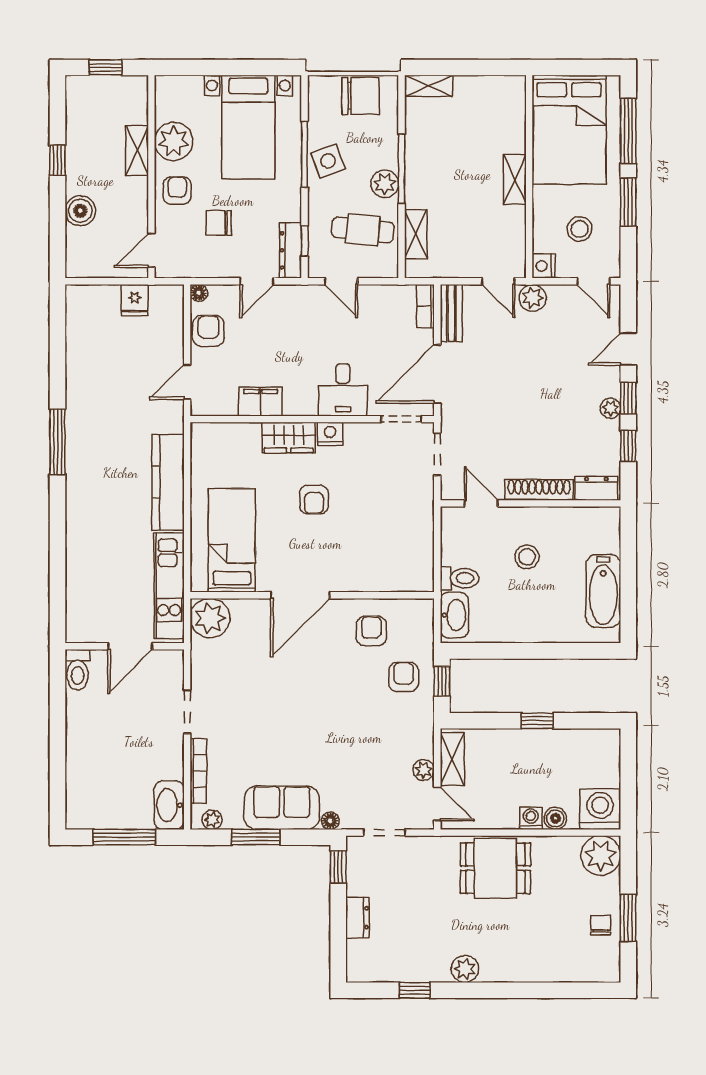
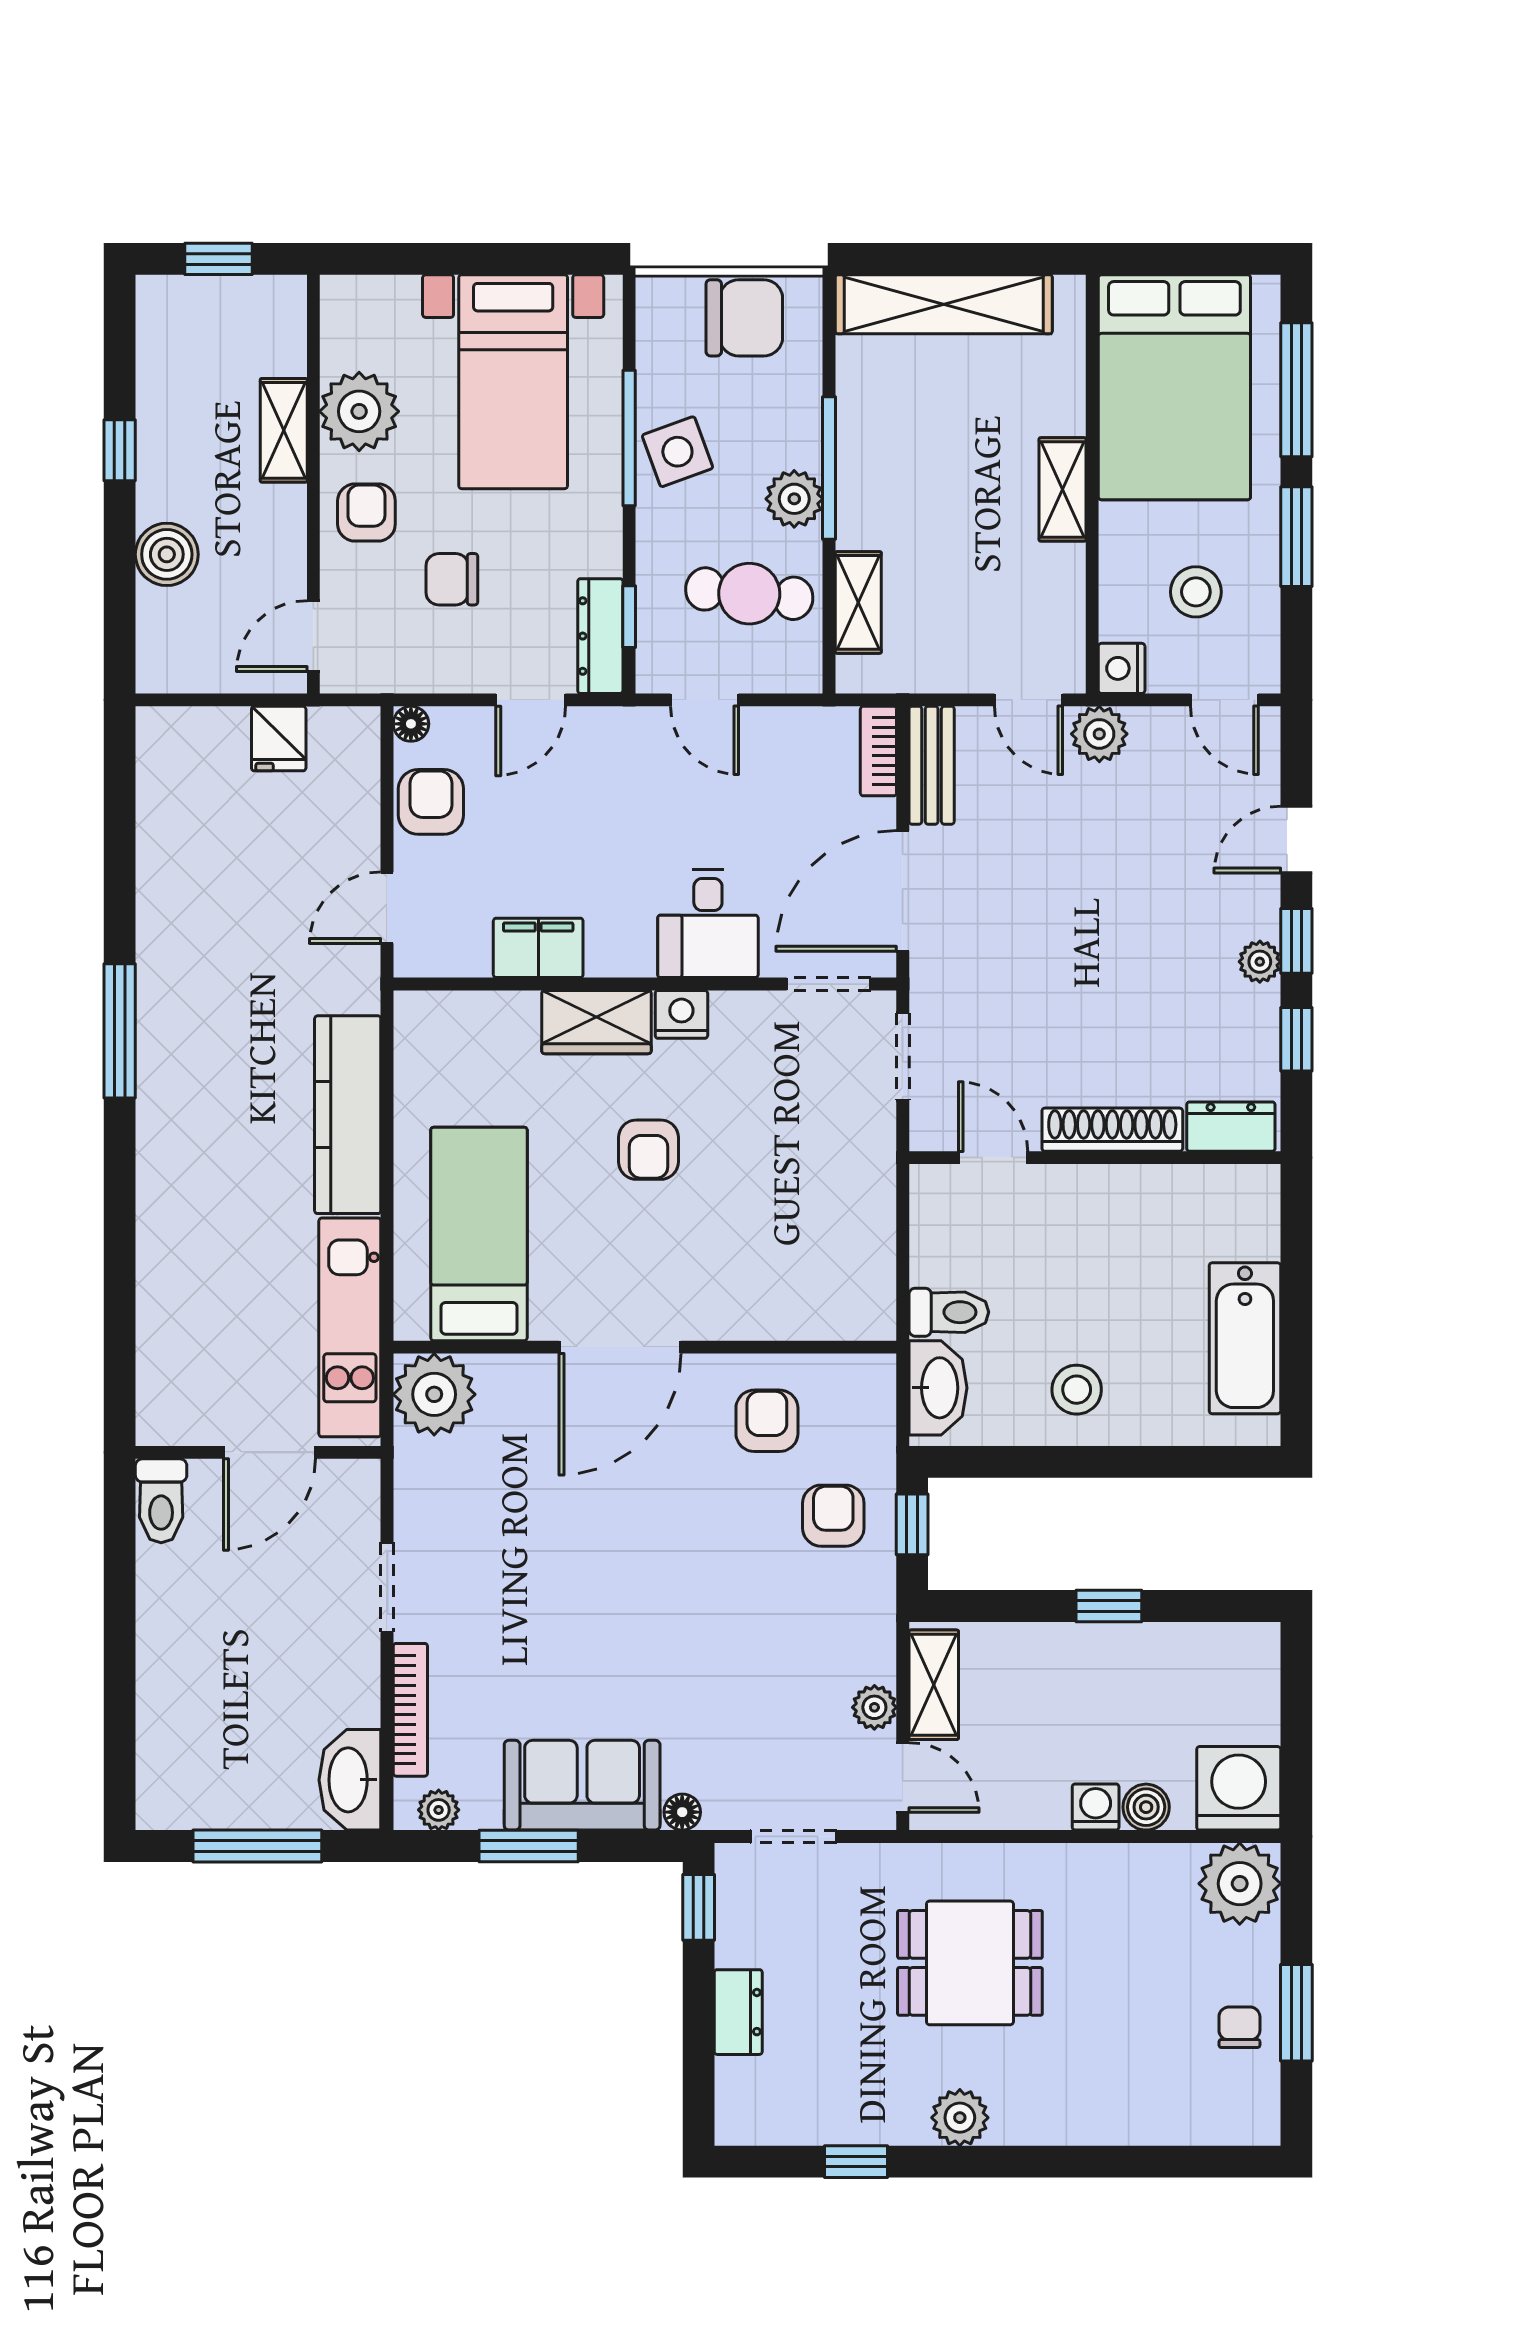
shelving: (428, 86) -> (944, 304), width x2.20, depth x1.33
stool: (527, 557) -> (1077, 1390), moved
dining table: (495, 868) -> (970, 1963), moved

